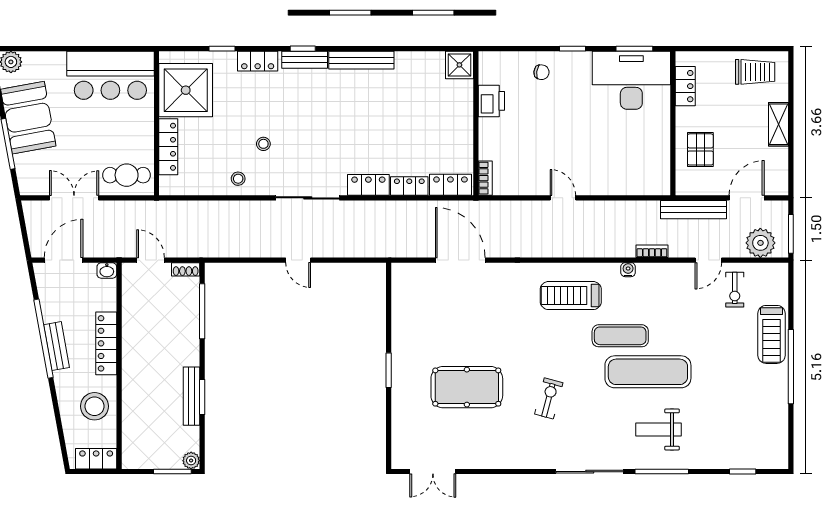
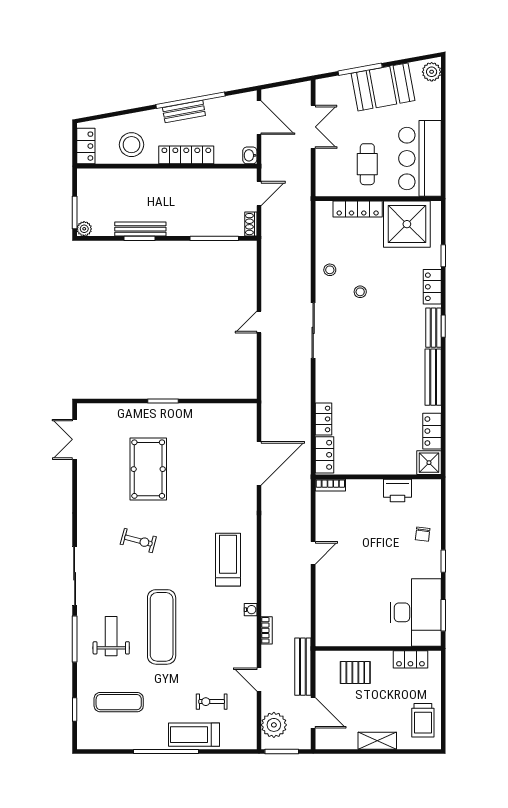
cafe table: (127, 175) -> (367, 164), moved
locker: (368, 185) -> (432, 431), moved, turned 180
exercise bike: (735, 290) -> (212, 702), moved
exercise mat: (620, 336) -> (119, 702), moved, turned 90

